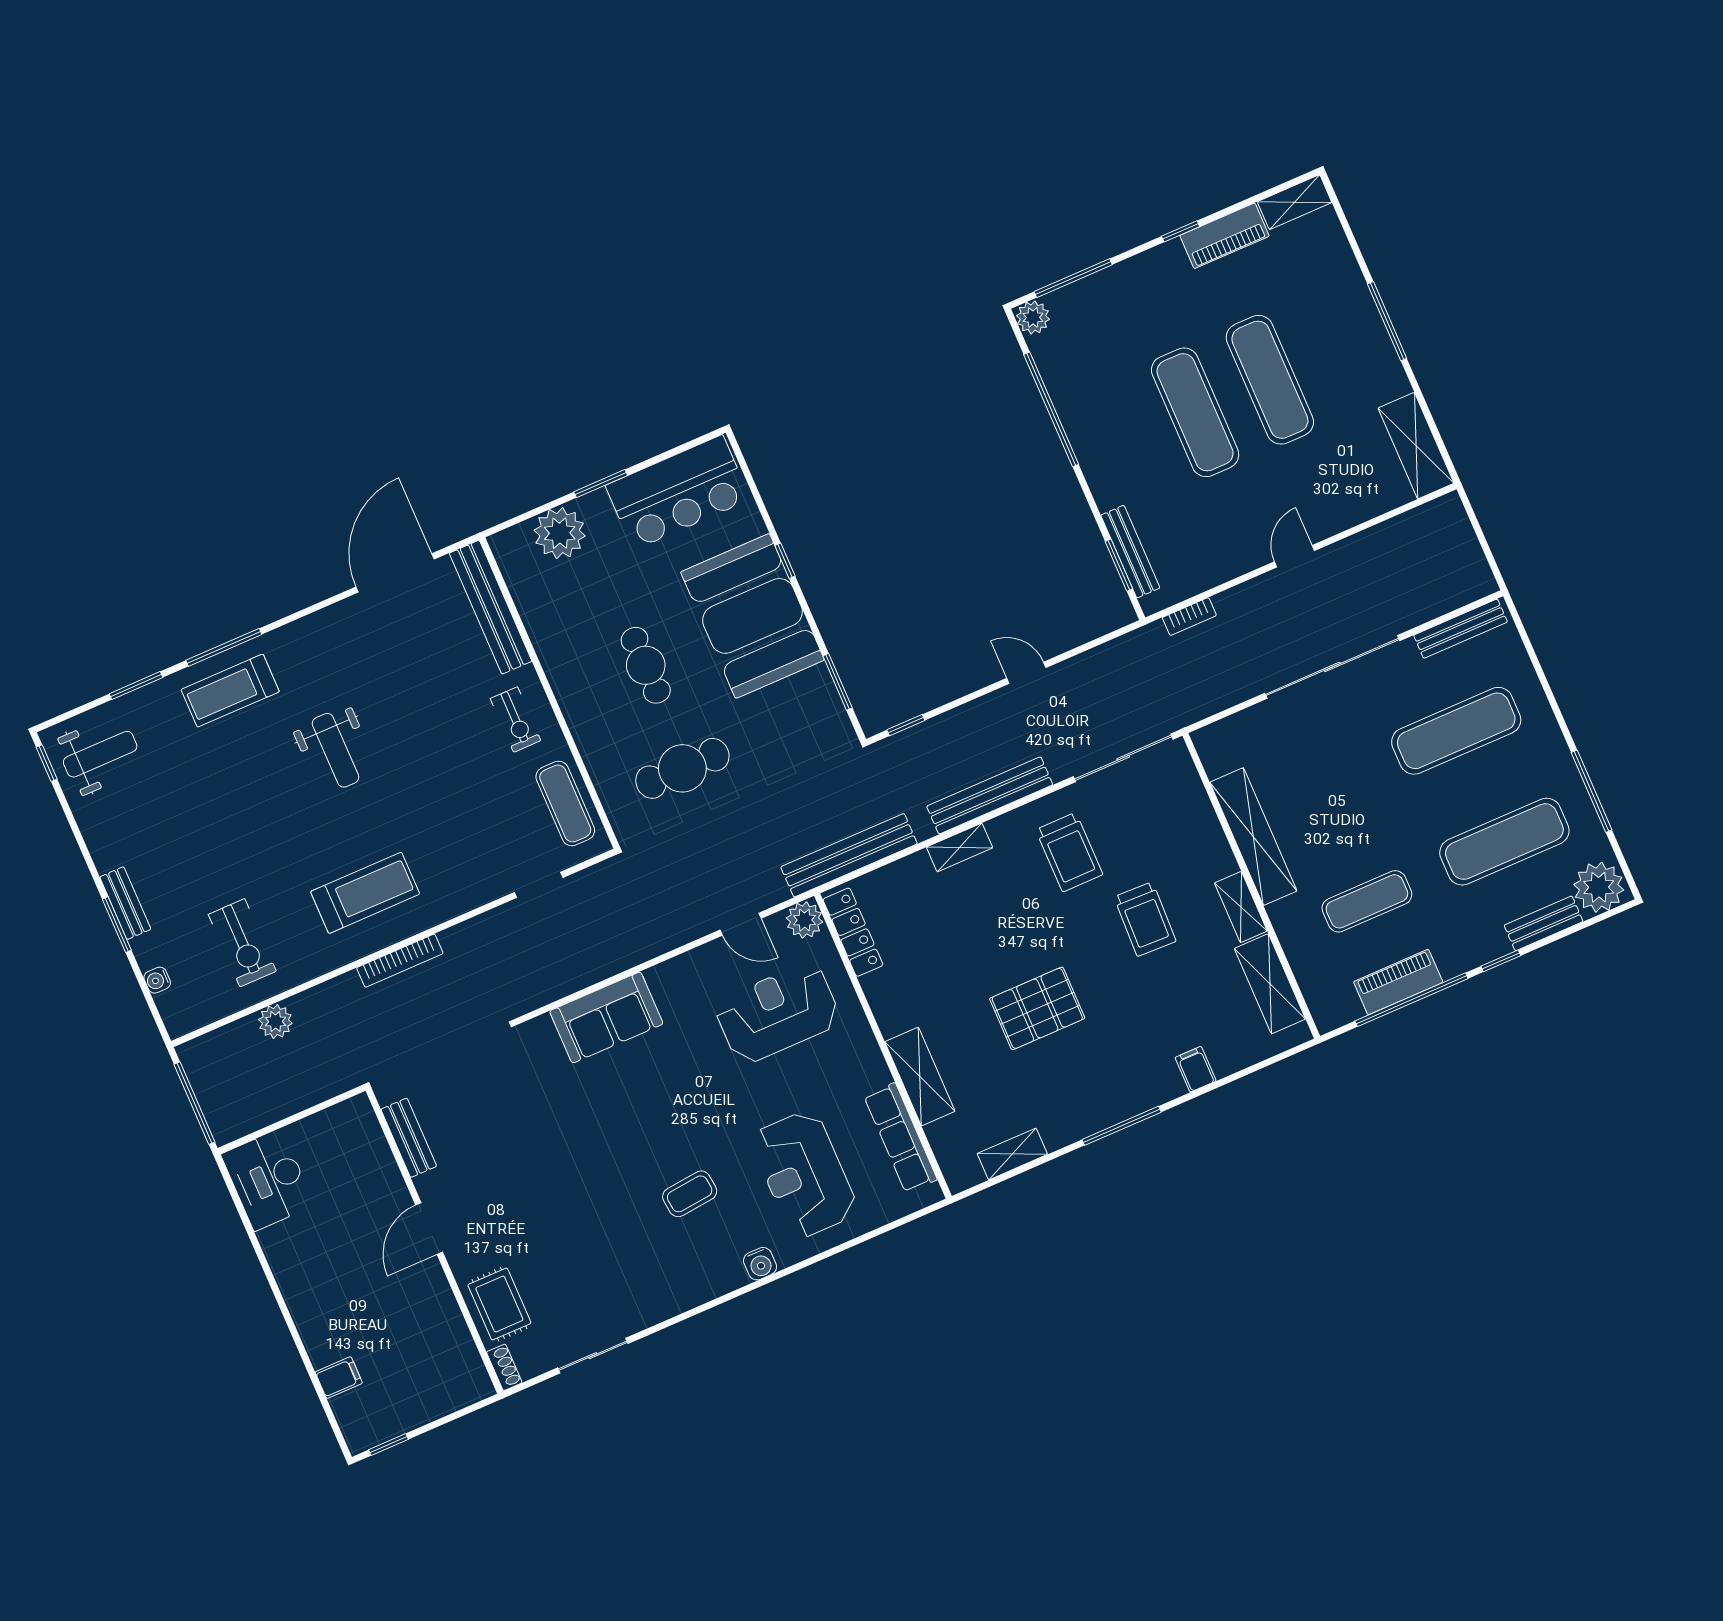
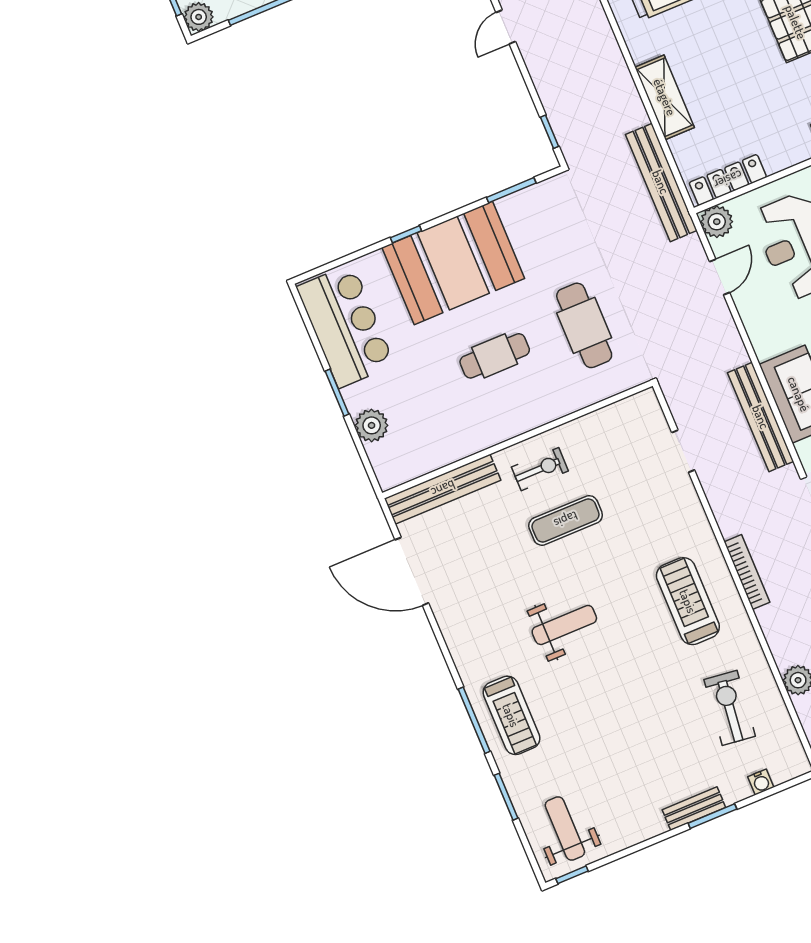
plant: (560, 533) -> (372, 425), width x0.73, depth x0.73
bench: (990, 795) -> (761, 417), moved
exercise mat: (565, 803) -> (566, 520), moved
shelving: (960, 847) -> (665, 97), width x1.50, depth x1.33
exercise bike: (242, 943) -> (730, 708), turned -83

